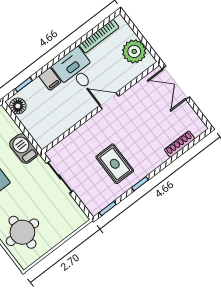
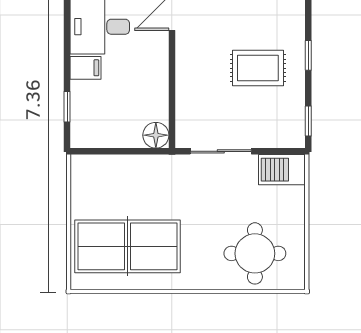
floor lamp: (18, 106) -> (156, 135), moved
barbecue: (24, 149) -> (282, 170), moved

